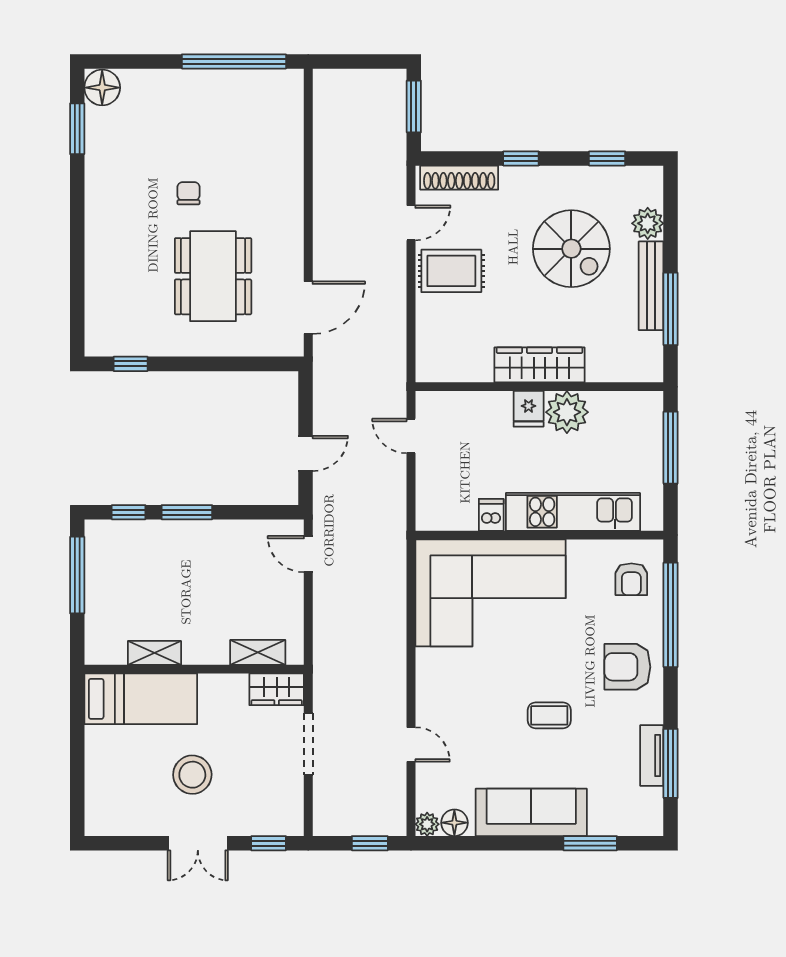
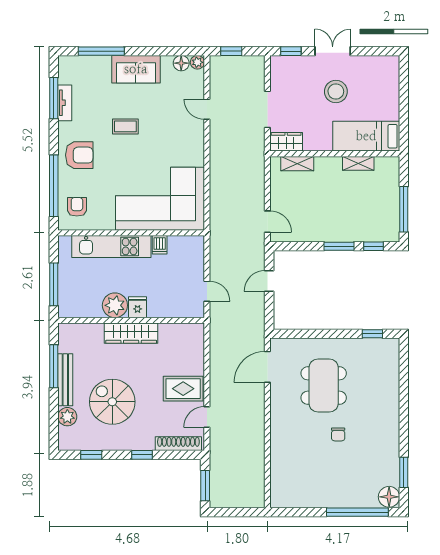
window: (234, 61) -> (357, 512), moved
sofa: (531, 812) -> (136, 69), width x0.73
window: (590, 843) -> (101, 51), width x1.44

